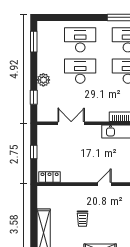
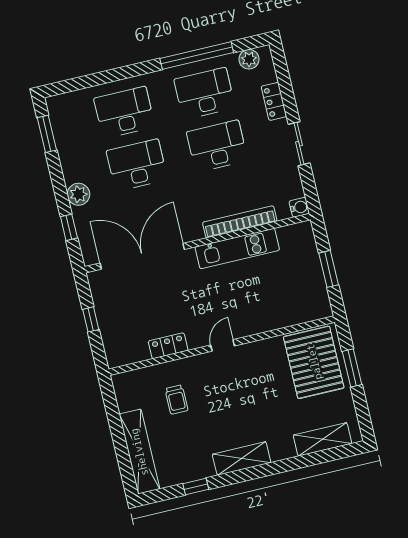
double door: (71, 123) -> (142, 256), width x1.87
locker: (50, 177) -> (168, 346), moved
trolley: (83, 219) -> (176, 400), moved

